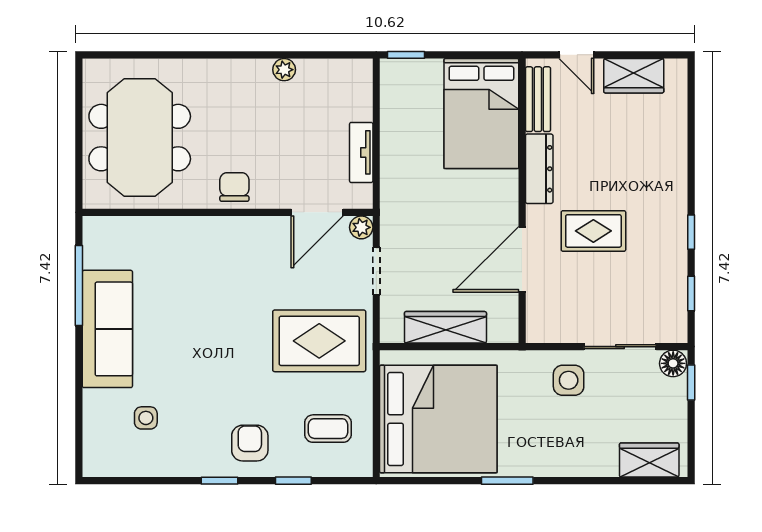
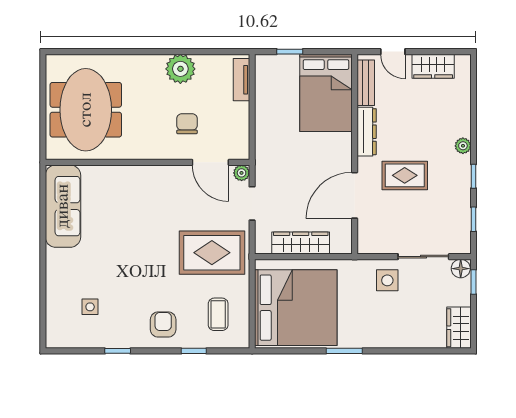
window: (406, 55) -> (290, 52), moved
plant: (284, 70) -> (180, 69), width x1.88, depth x1.88
tv unit: (361, 152) -> (241, 80), moved
chair: (234, 187) -> (187, 124), moved
plant: (676, 189) -> (463, 146), added
door: (317, 212) -> (210, 162), hinge flipped
window: (79, 285) -> (43, 214), removed
sofa: (107, 329) -> (63, 206), moved
coffee table: (328, 429) -> (218, 314), turned 90
wardrobe: (649, 460) -> (459, 328), moved, turned -90
window: (220, 481) -> (118, 351), moved

